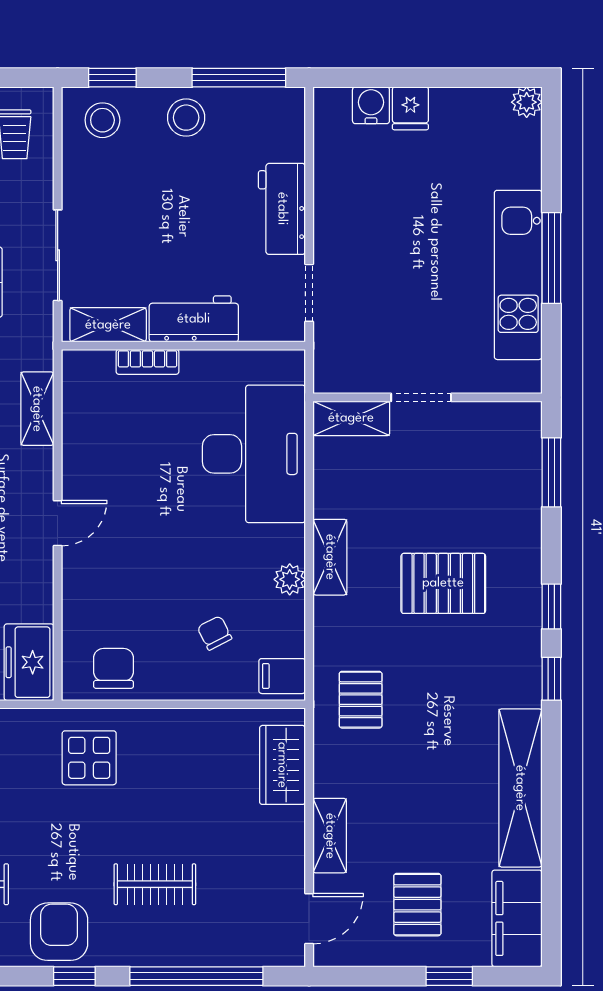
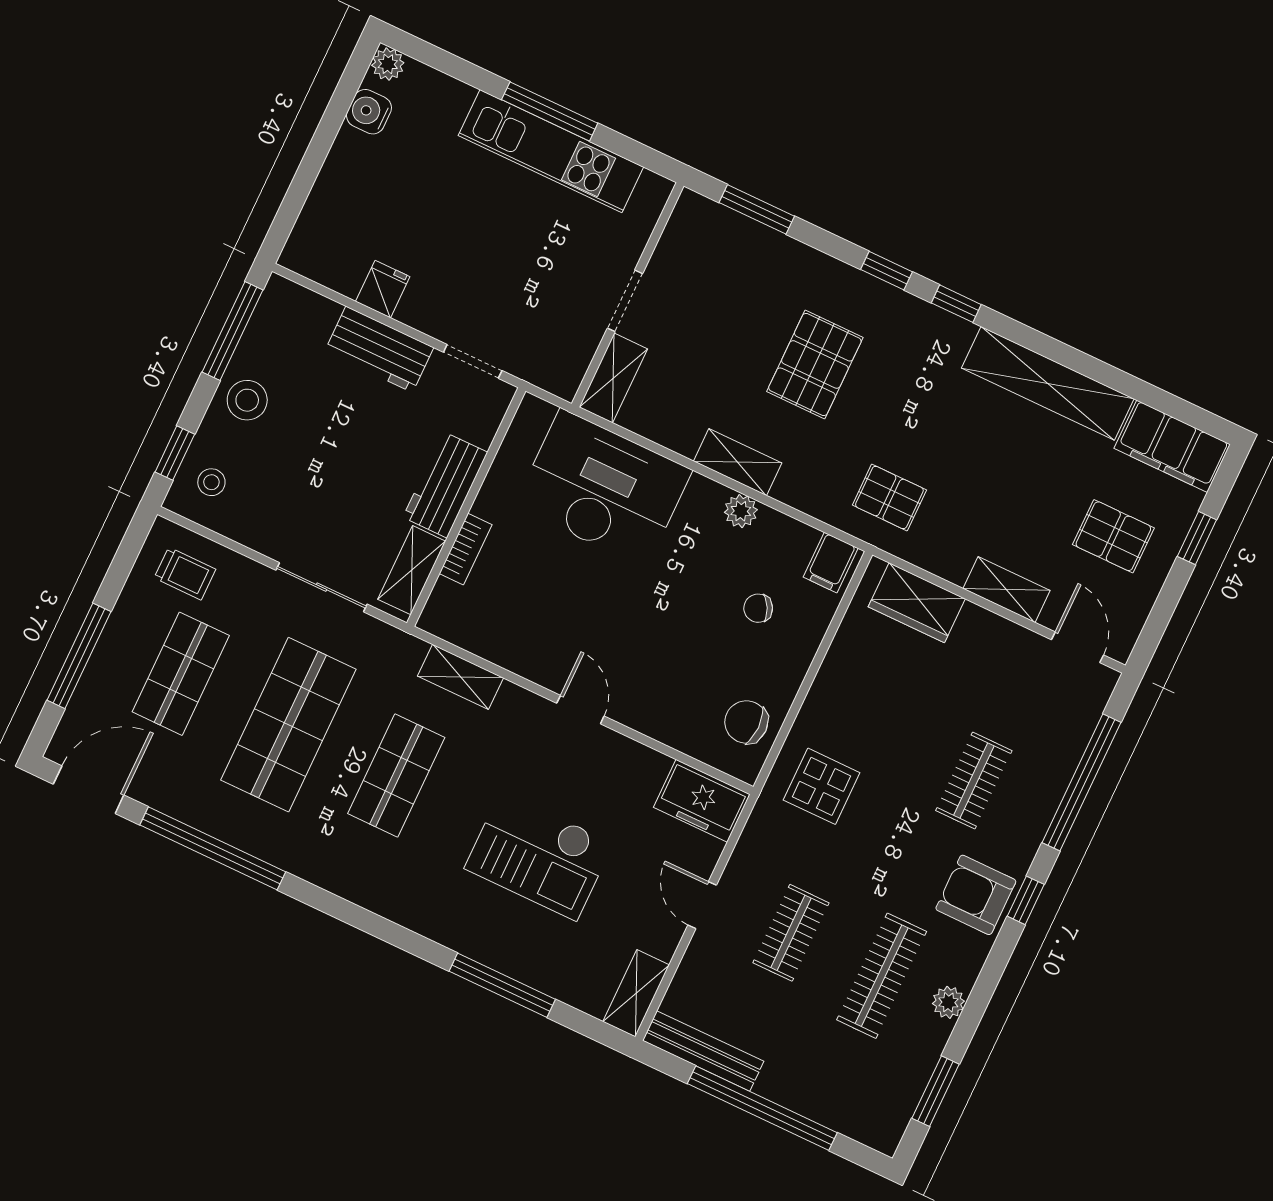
water cooler: (371, 105) -> (369, 112), moved
fridge: (410, 108) -> (383, 289), moved, turned -90
stool: (102, 120) -> (211, 482), width x0.73, depth x0.73

